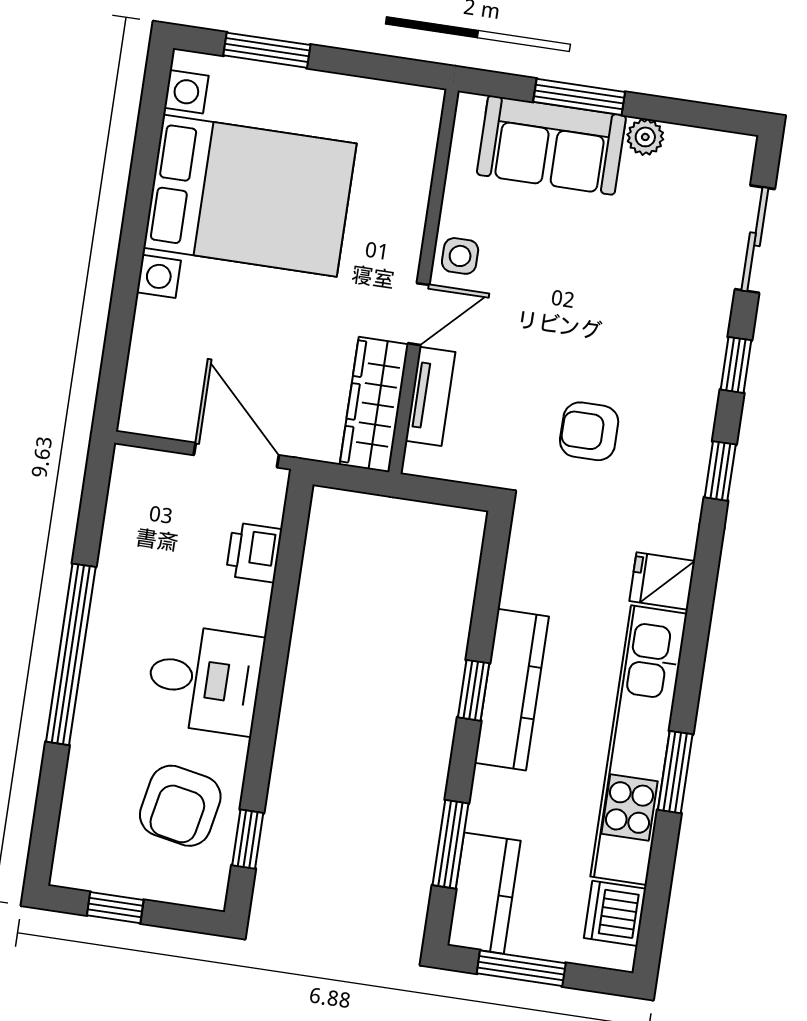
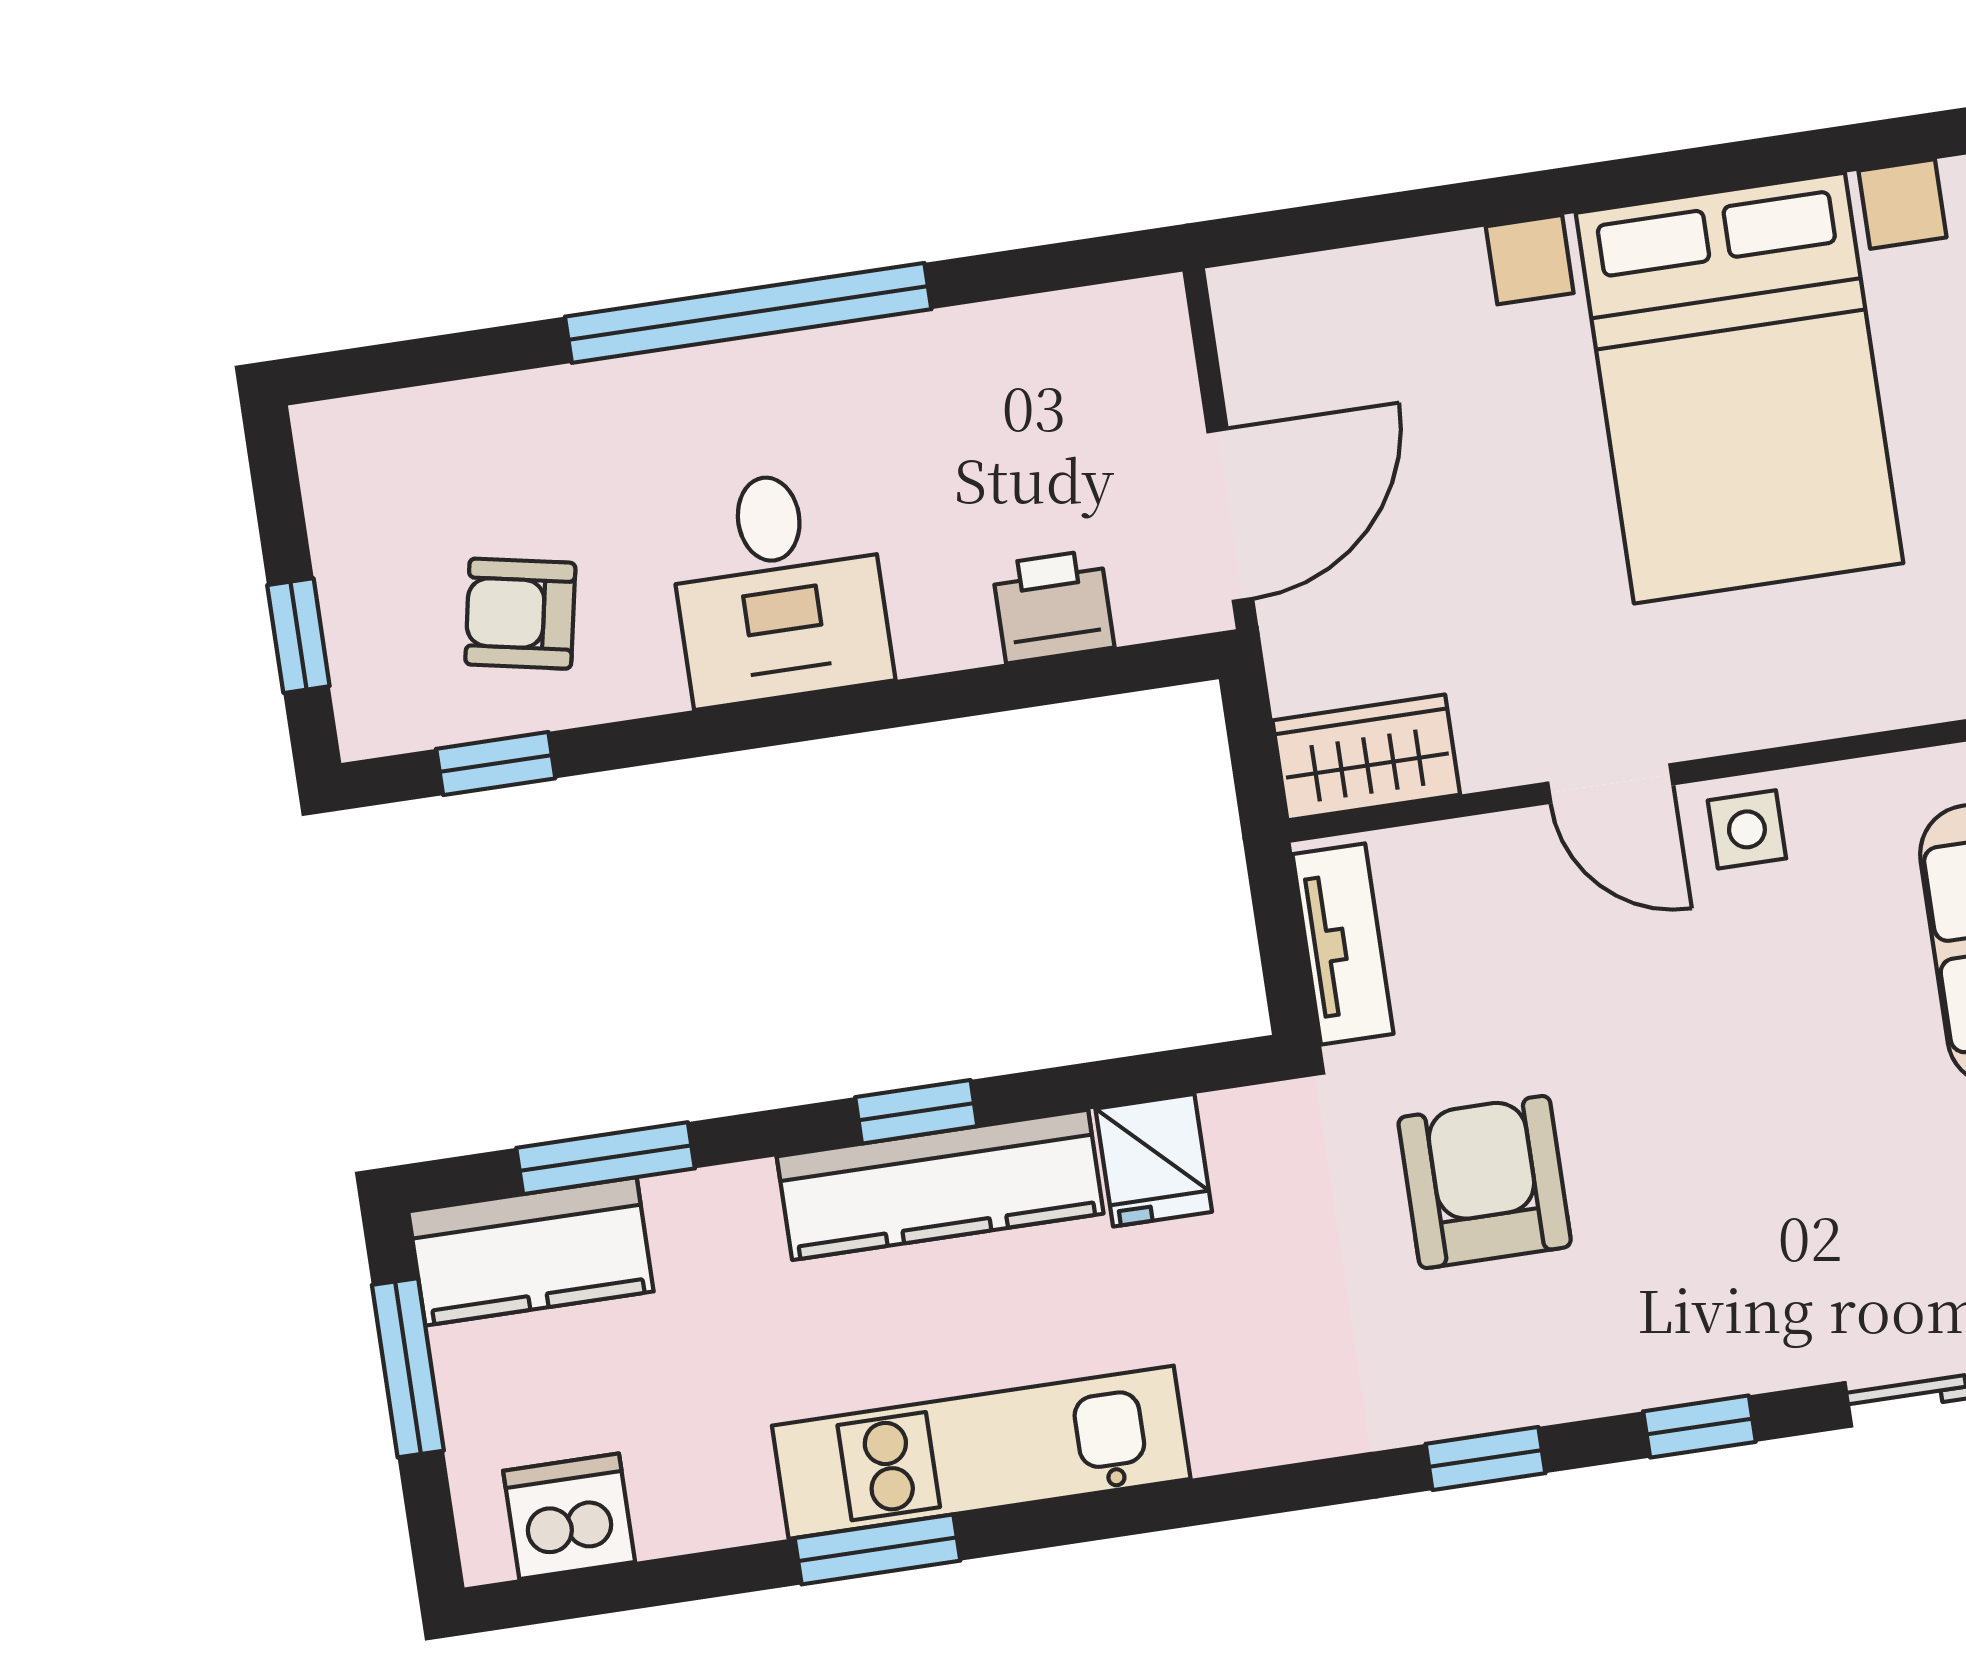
tv unit: (430, 396) -> (1343, 944), moved, turned -90
wardrobe: (374, 405) -> (1366, 757), width x0.67
armchair: (589, 431) -> (1485, 1182), width x1.38, depth x1.38
fridge: (662, 581) -> (1154, 1160), moved, turned 180
kitchen unit: (639, 745) -> (981, 1452), width x0.73
armchair: (180, 806) -> (520, 614), width x0.72, depth x0.72
window: (115, 908) -> (298, 636), moved

